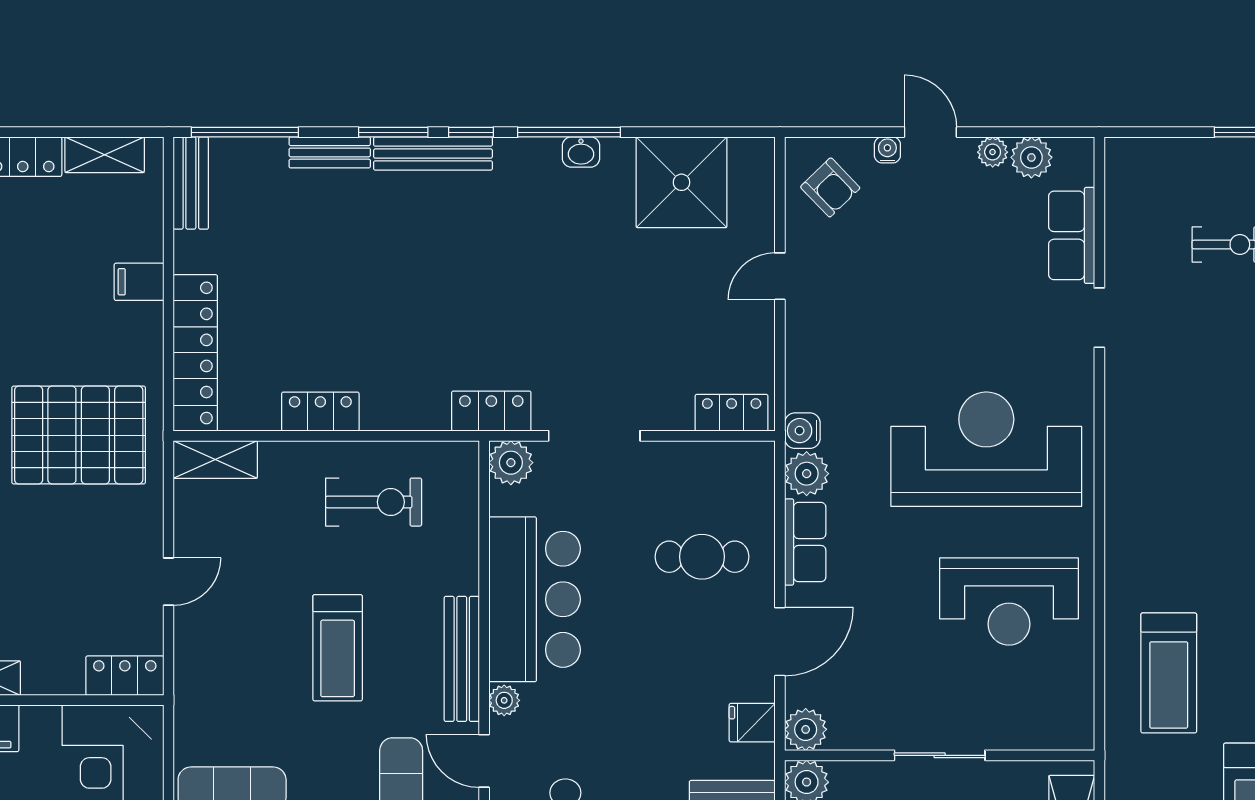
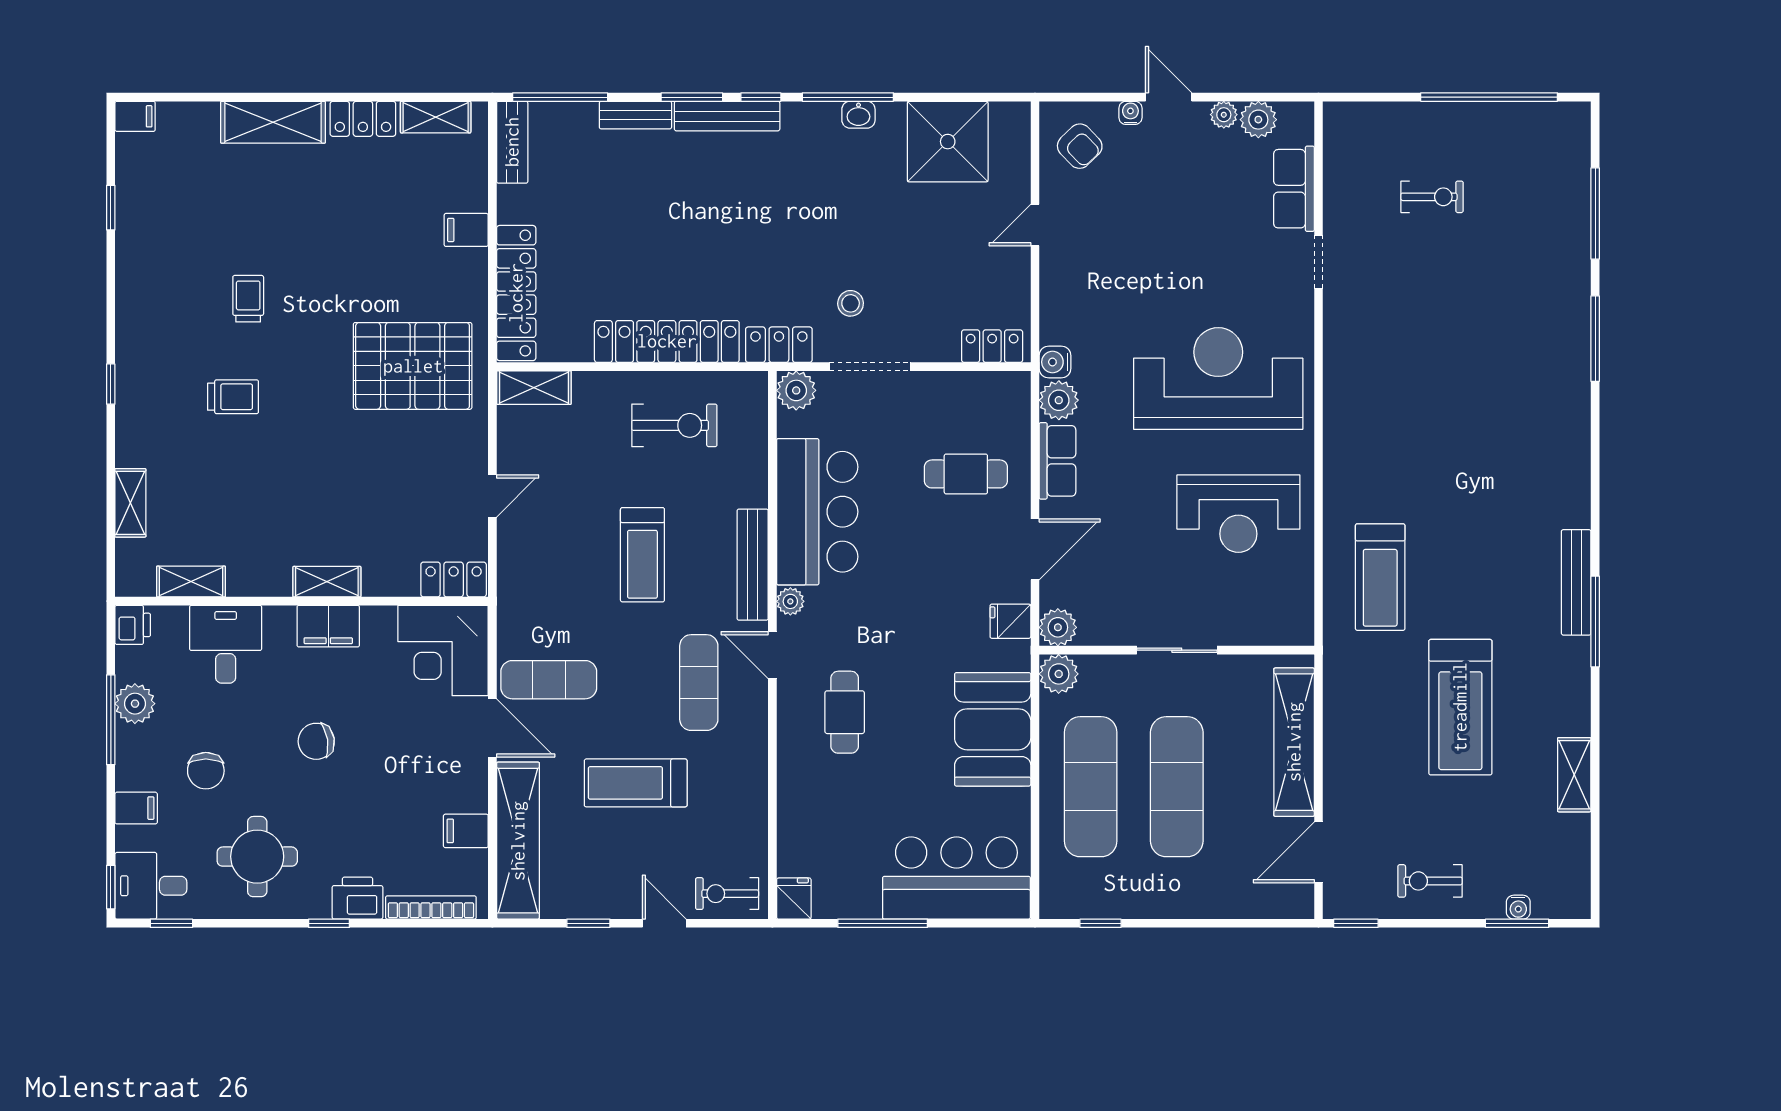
stool: (572, 365) -> (851, 303), added
locker: (320, 412) -> (667, 341), width x2.16, depth x1.21

